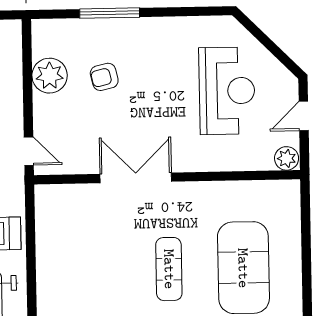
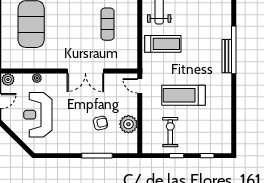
plant: (230, 162) -> (37, 78), added
exercise mat: (169, 269) -> (107, 24), moved

